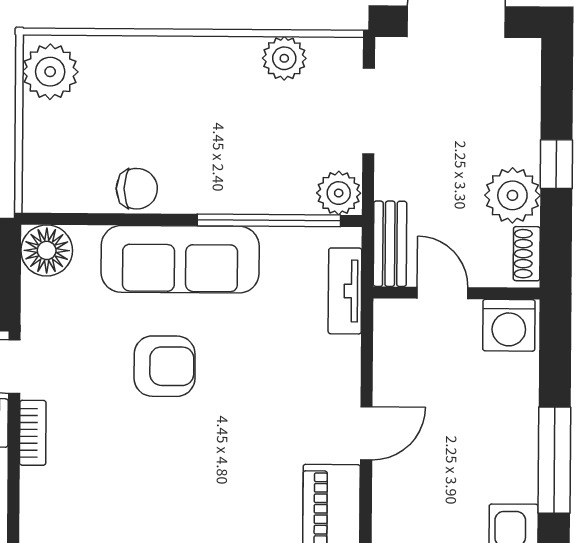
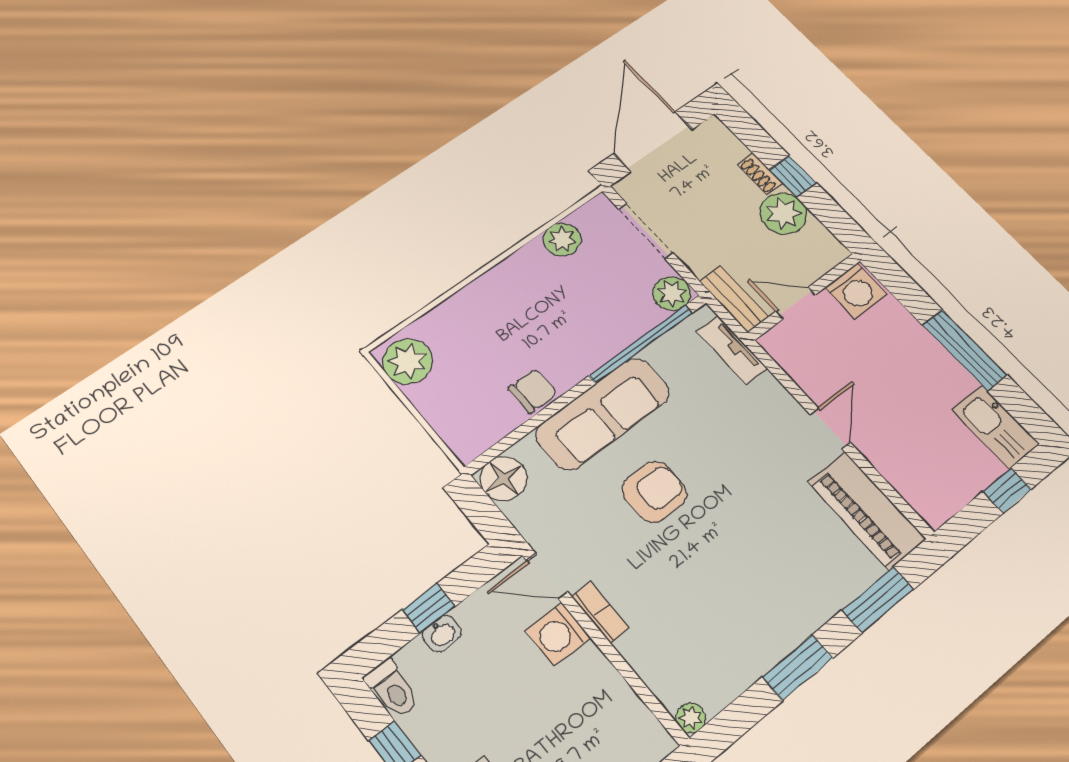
shoe rack: (527, 254) -> (760, 174), moved

